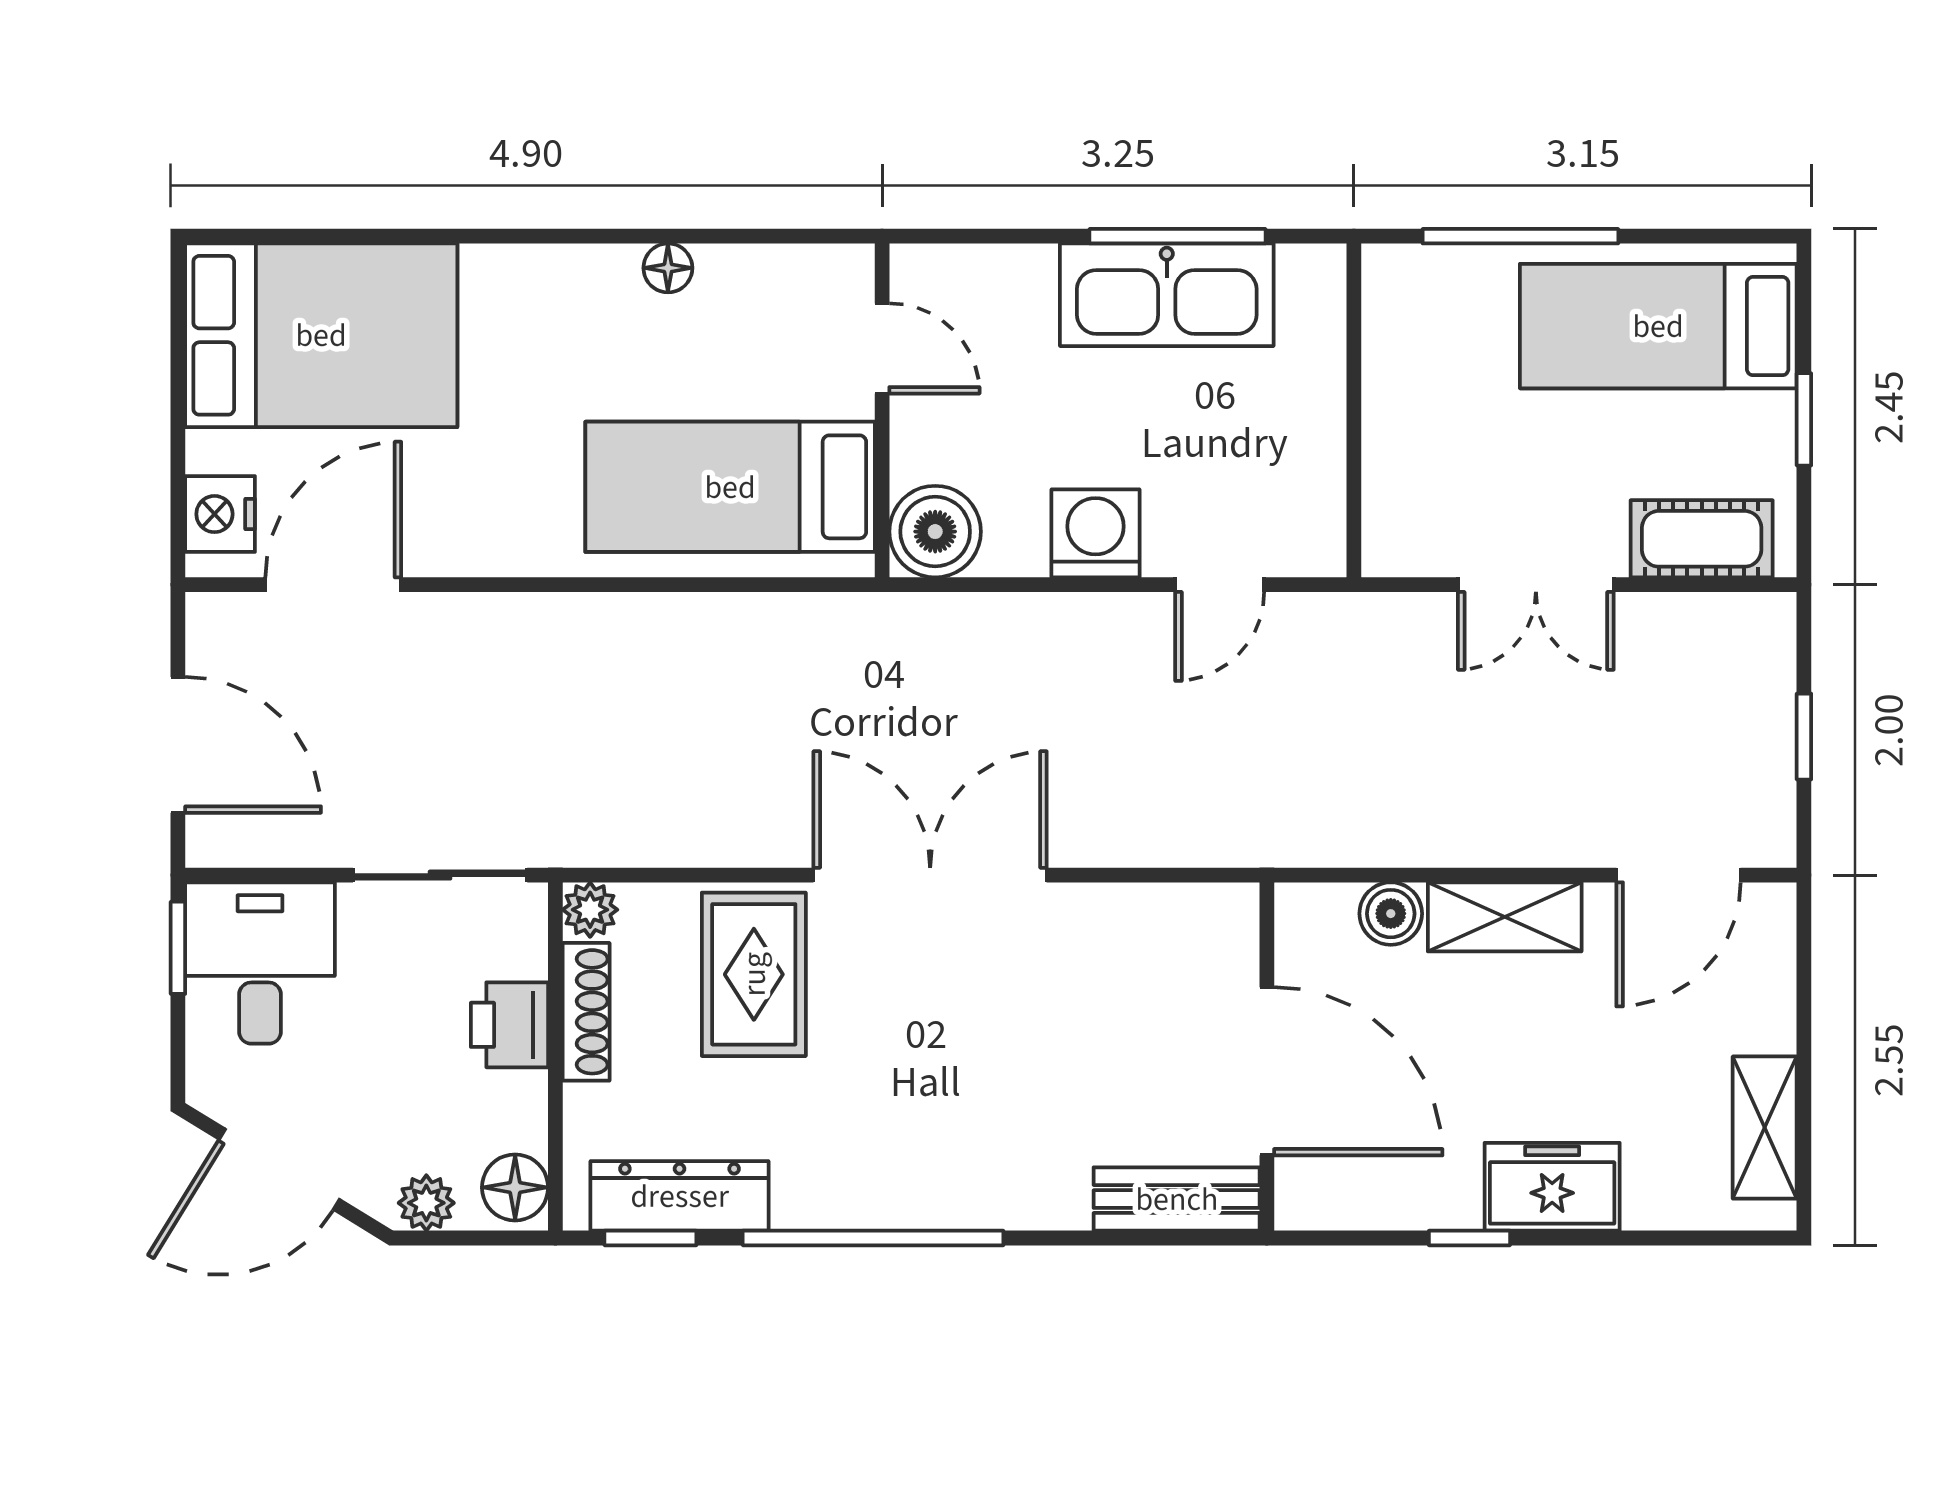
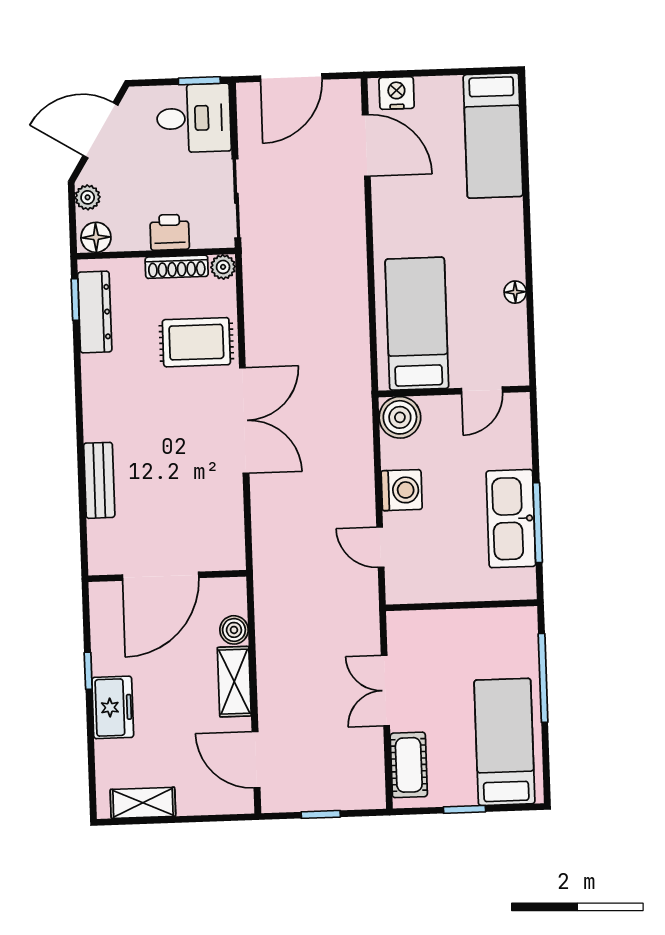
bed: (321, 335) -> (493, 136), width x0.67
door: (279, 1169) -> (100, 130), hinge flipped
bench: (1177, 1199) -> (99, 480), moved
window: (873, 1238) -> (79, 400), removed

